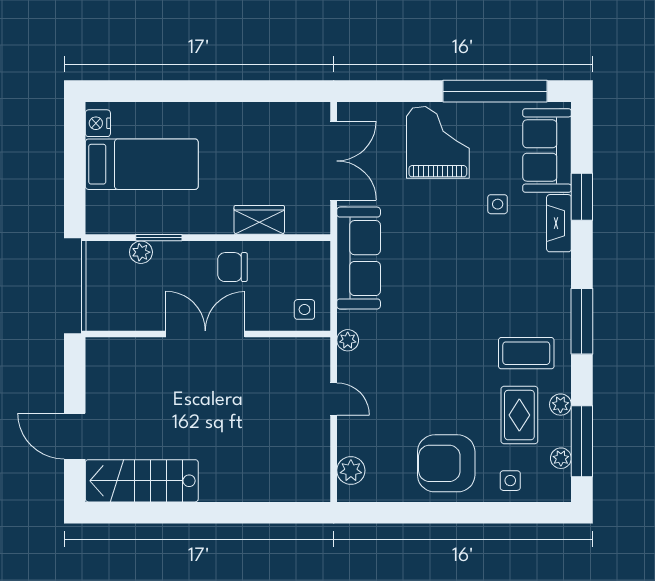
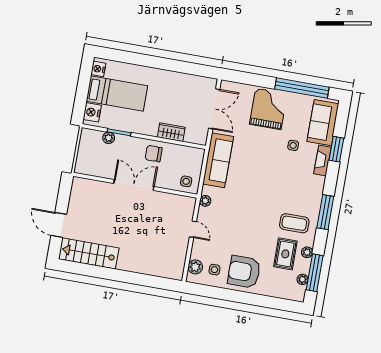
nightstand: (101, 209) -> (92, 112), added
side table: (510, 481) -> (214, 270), moved

